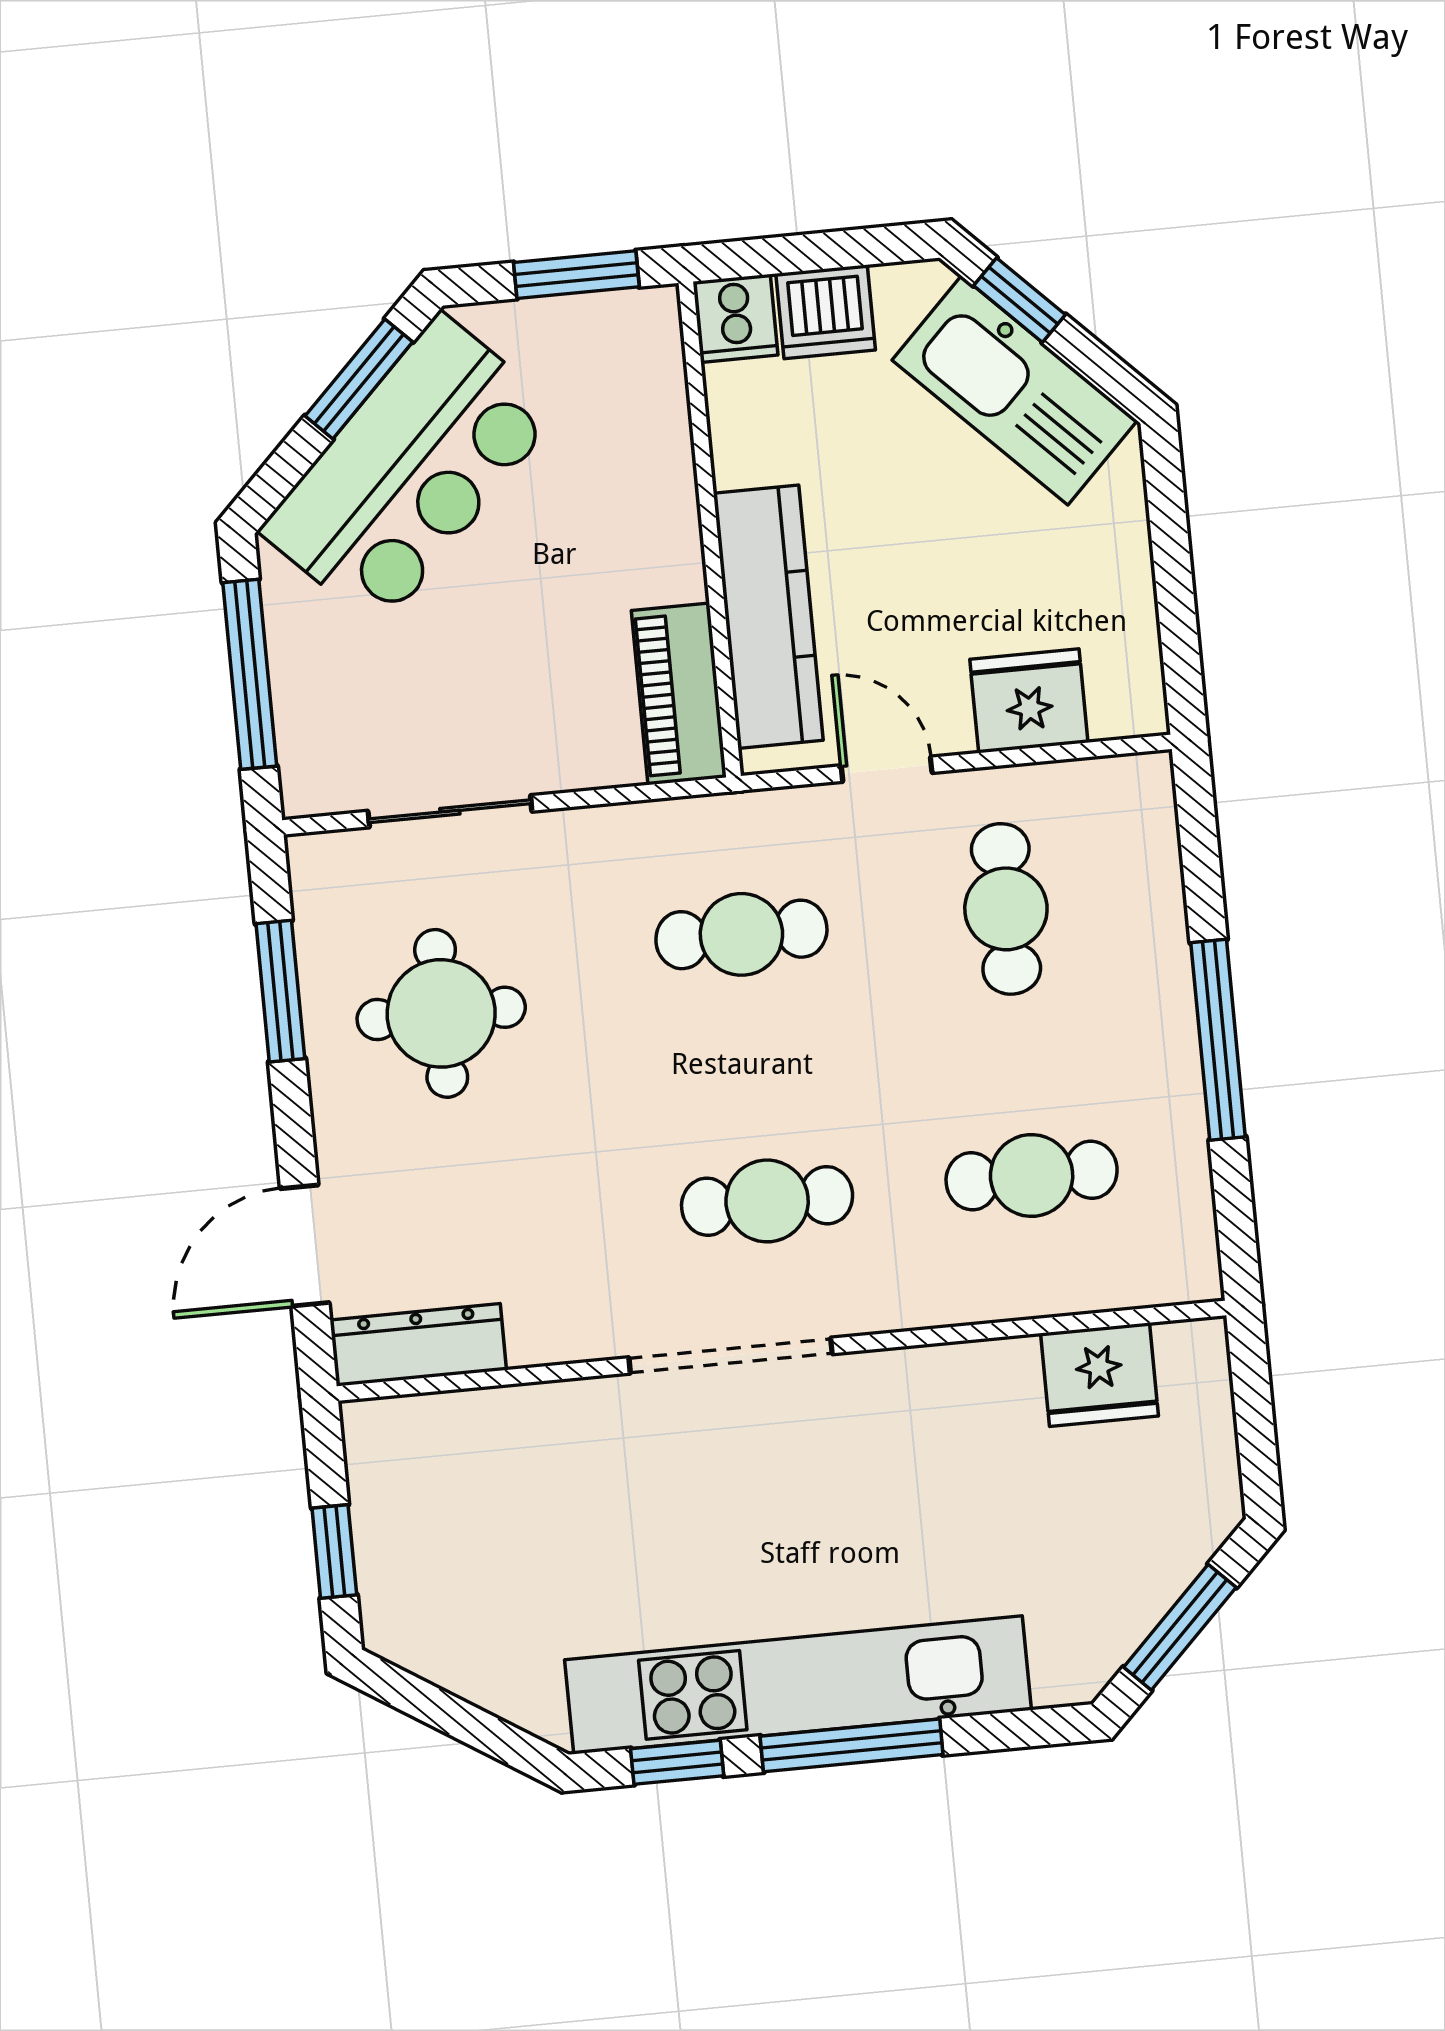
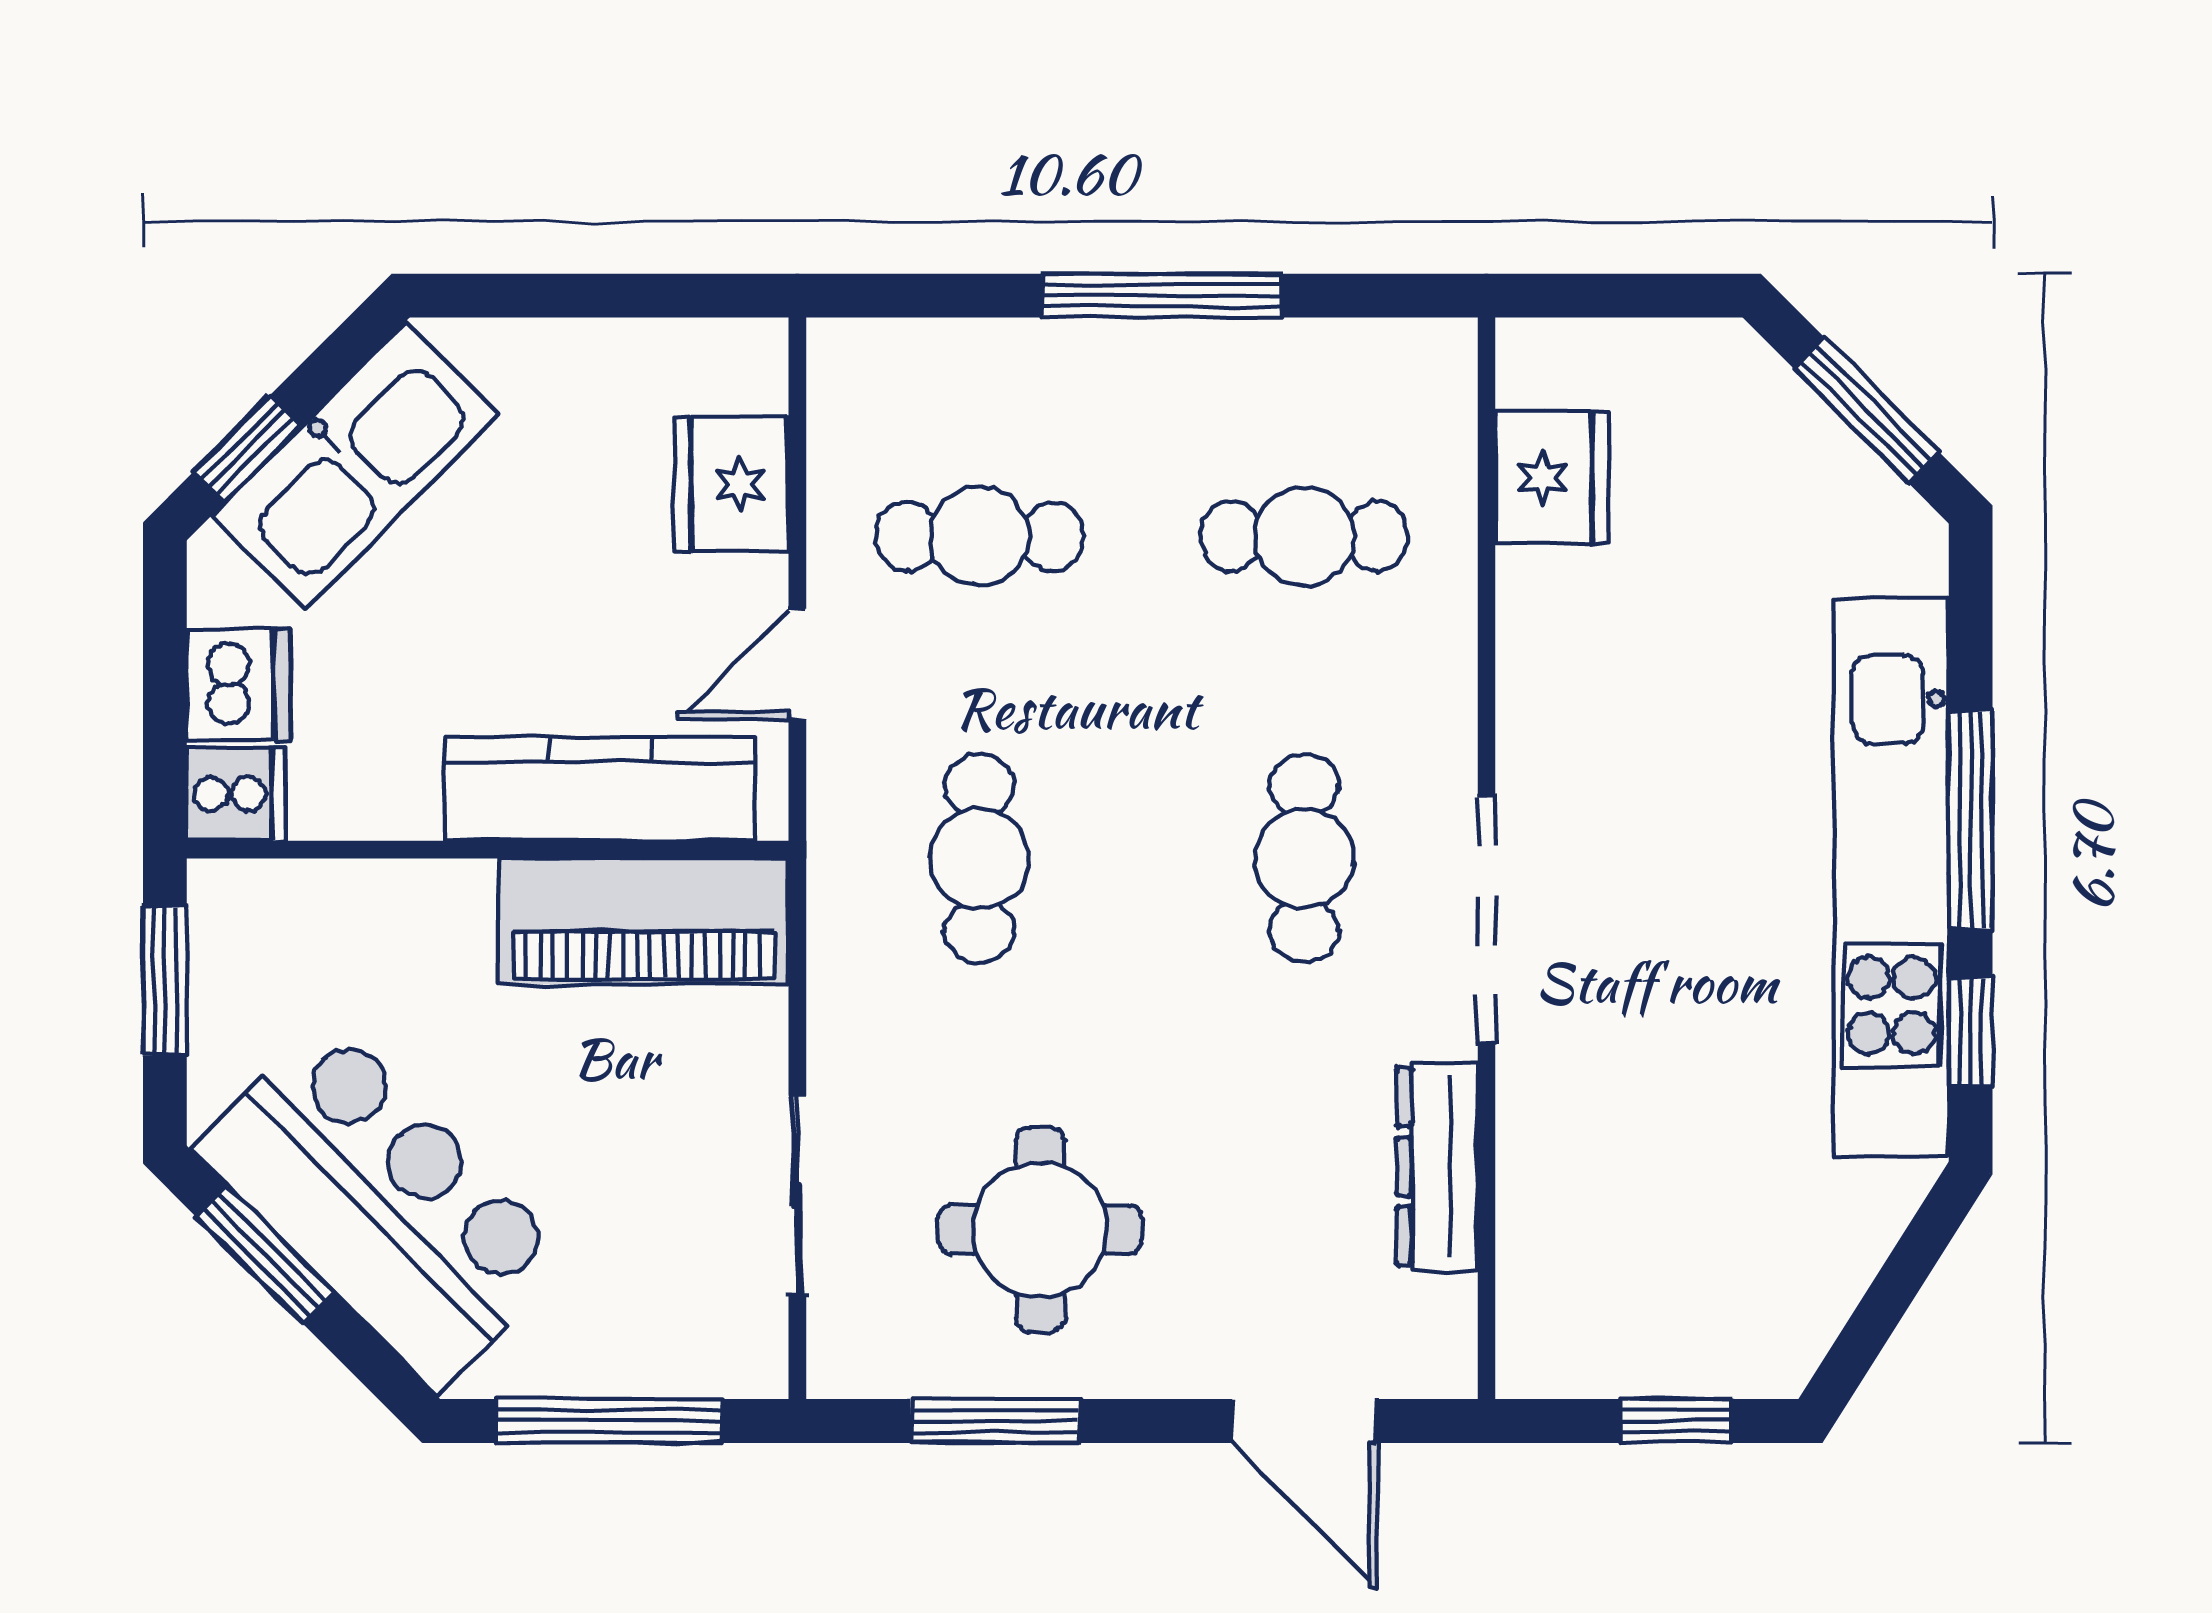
piano: (679, 694) -> (643, 921), width x1.37, depth x1.33
cafe table: (1032, 1175) -> (1304, 536), turned 90
dresser: (418, 1345) -> (1437, 1166), moved

